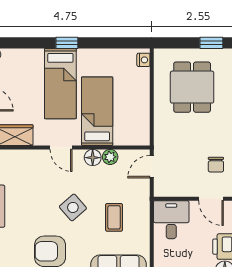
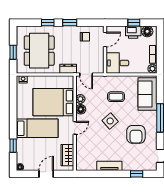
window: (67, 43) -> (13, 146), moved
window: (211, 43) -> (13, 52), moved
dining table: (192, 87) -> (39, 51), width x1.38
bed: (97, 111) -> (53, 102), width x1.50
dresser: (161, 136) -> (68, 69), added

